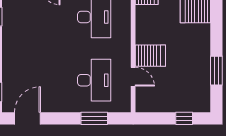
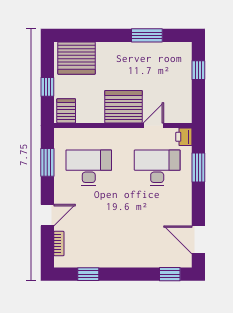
server rack: (150, 56) -> (123, 107), width x1.60
printer: (123, 105) -> (184, 137), added

